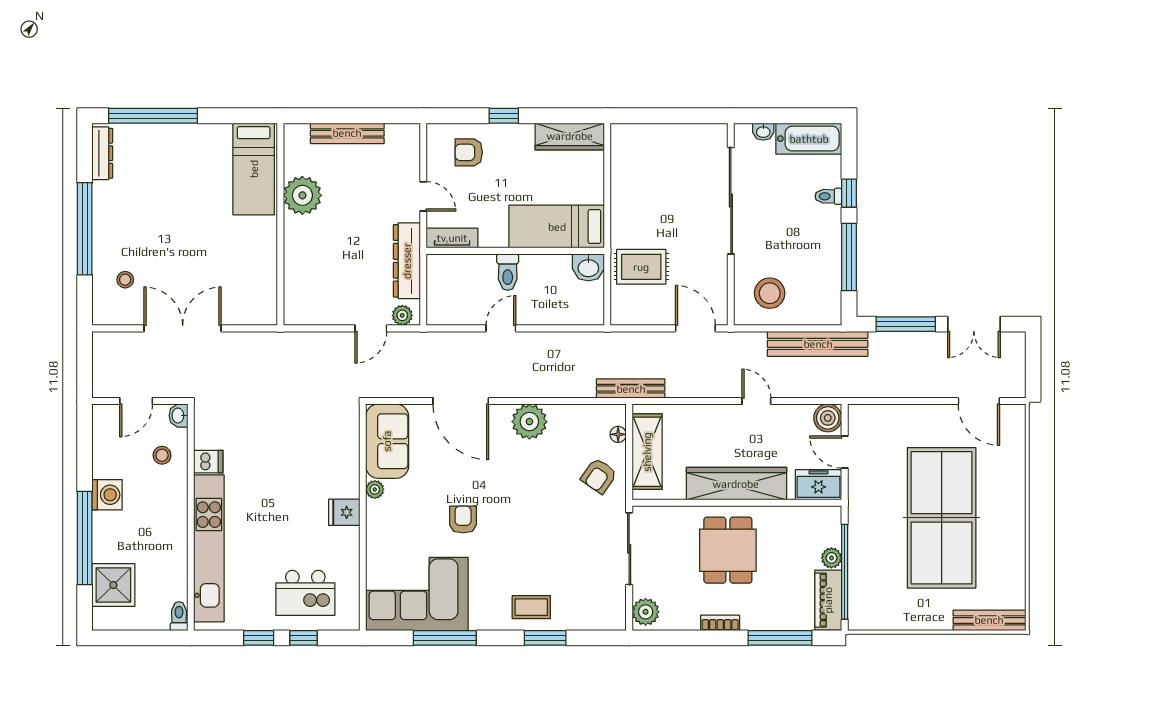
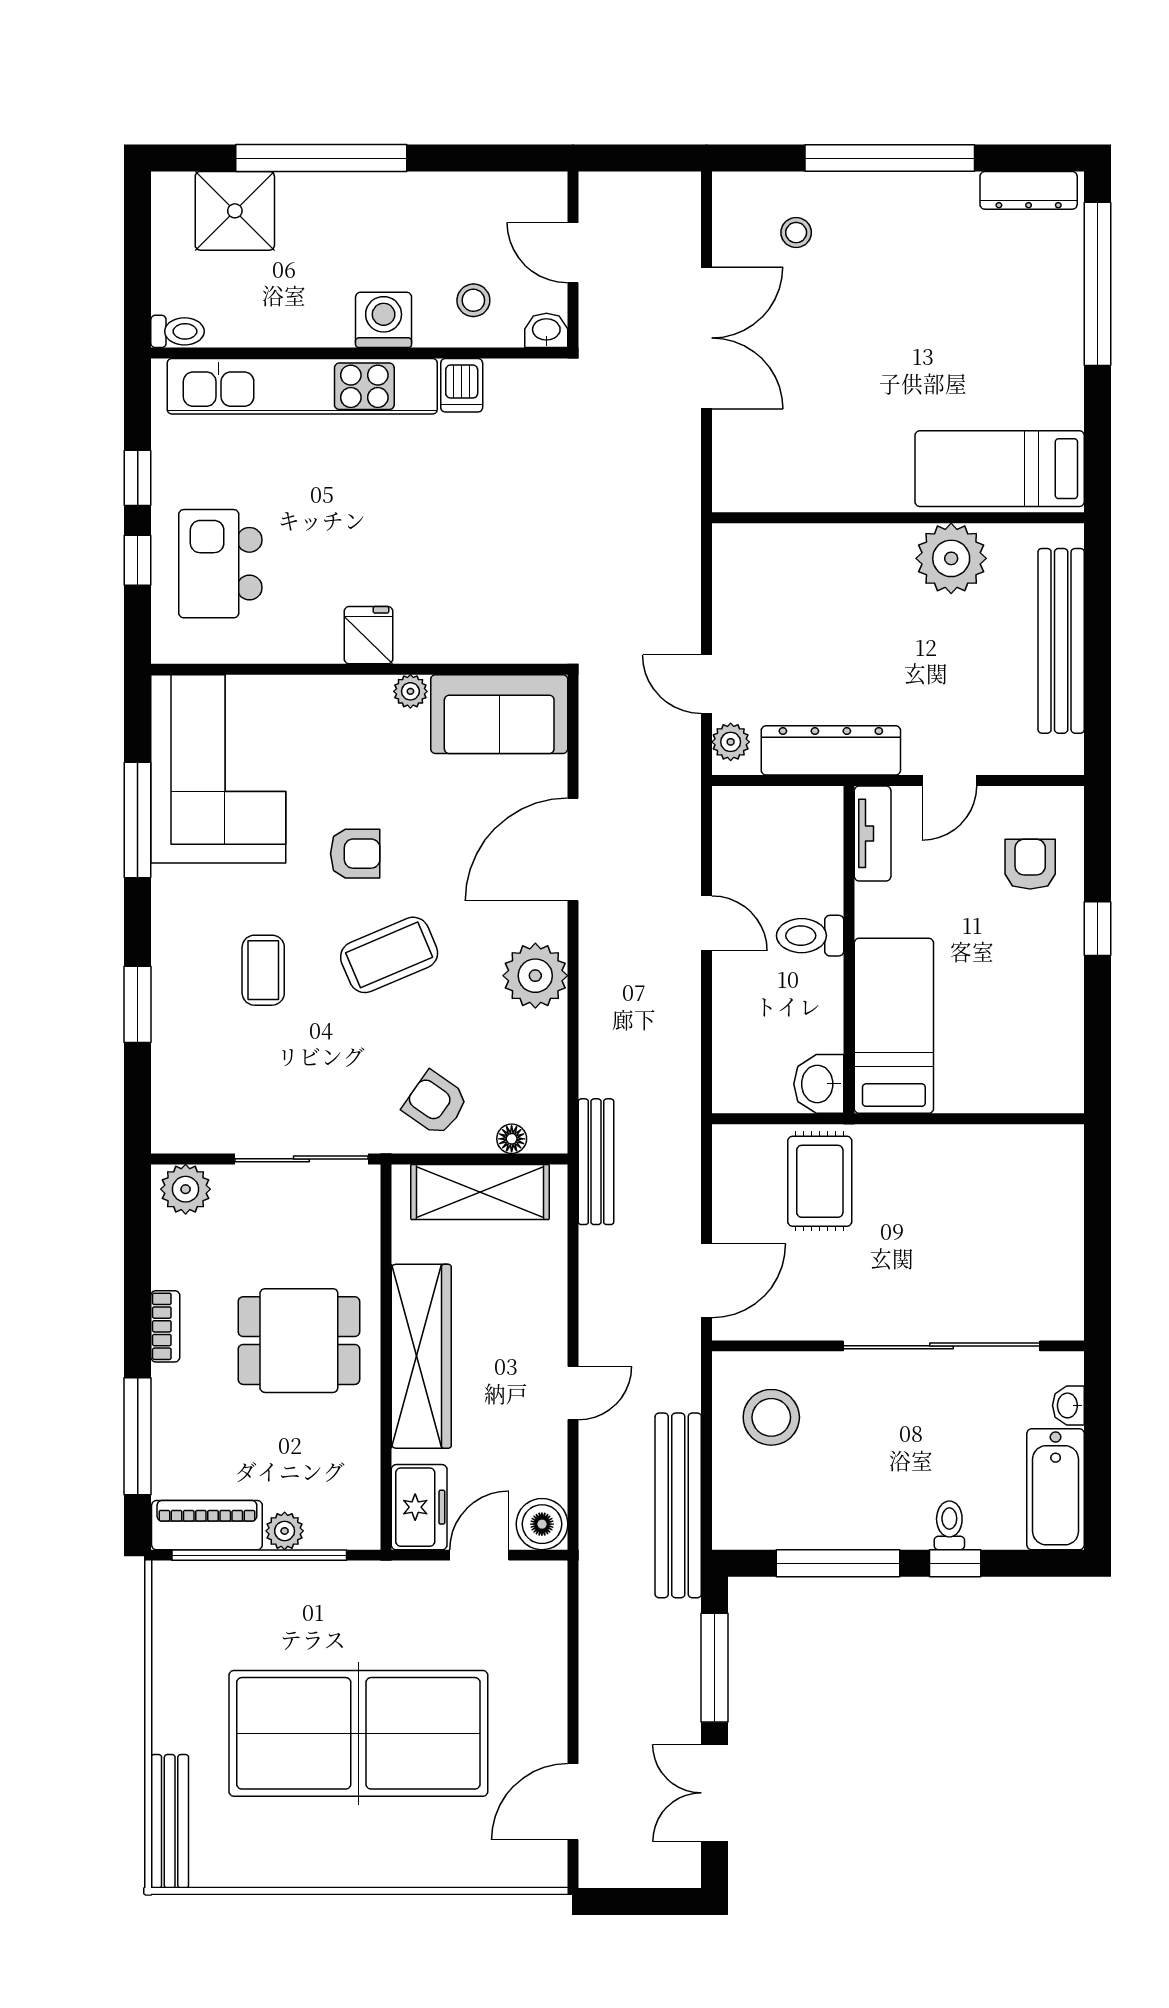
bench: (347, 133) -> (1061, 641), width x1.37, depth x1.21
wardrobe: (570, 136) -> (1059, 1050), removed
washing machine: (107, 495) -> (384, 320), moved, turned 180
coffee table: (518, 501) -> (389, 955), added
coffee table: (531, 607) -> (263, 970), moved

